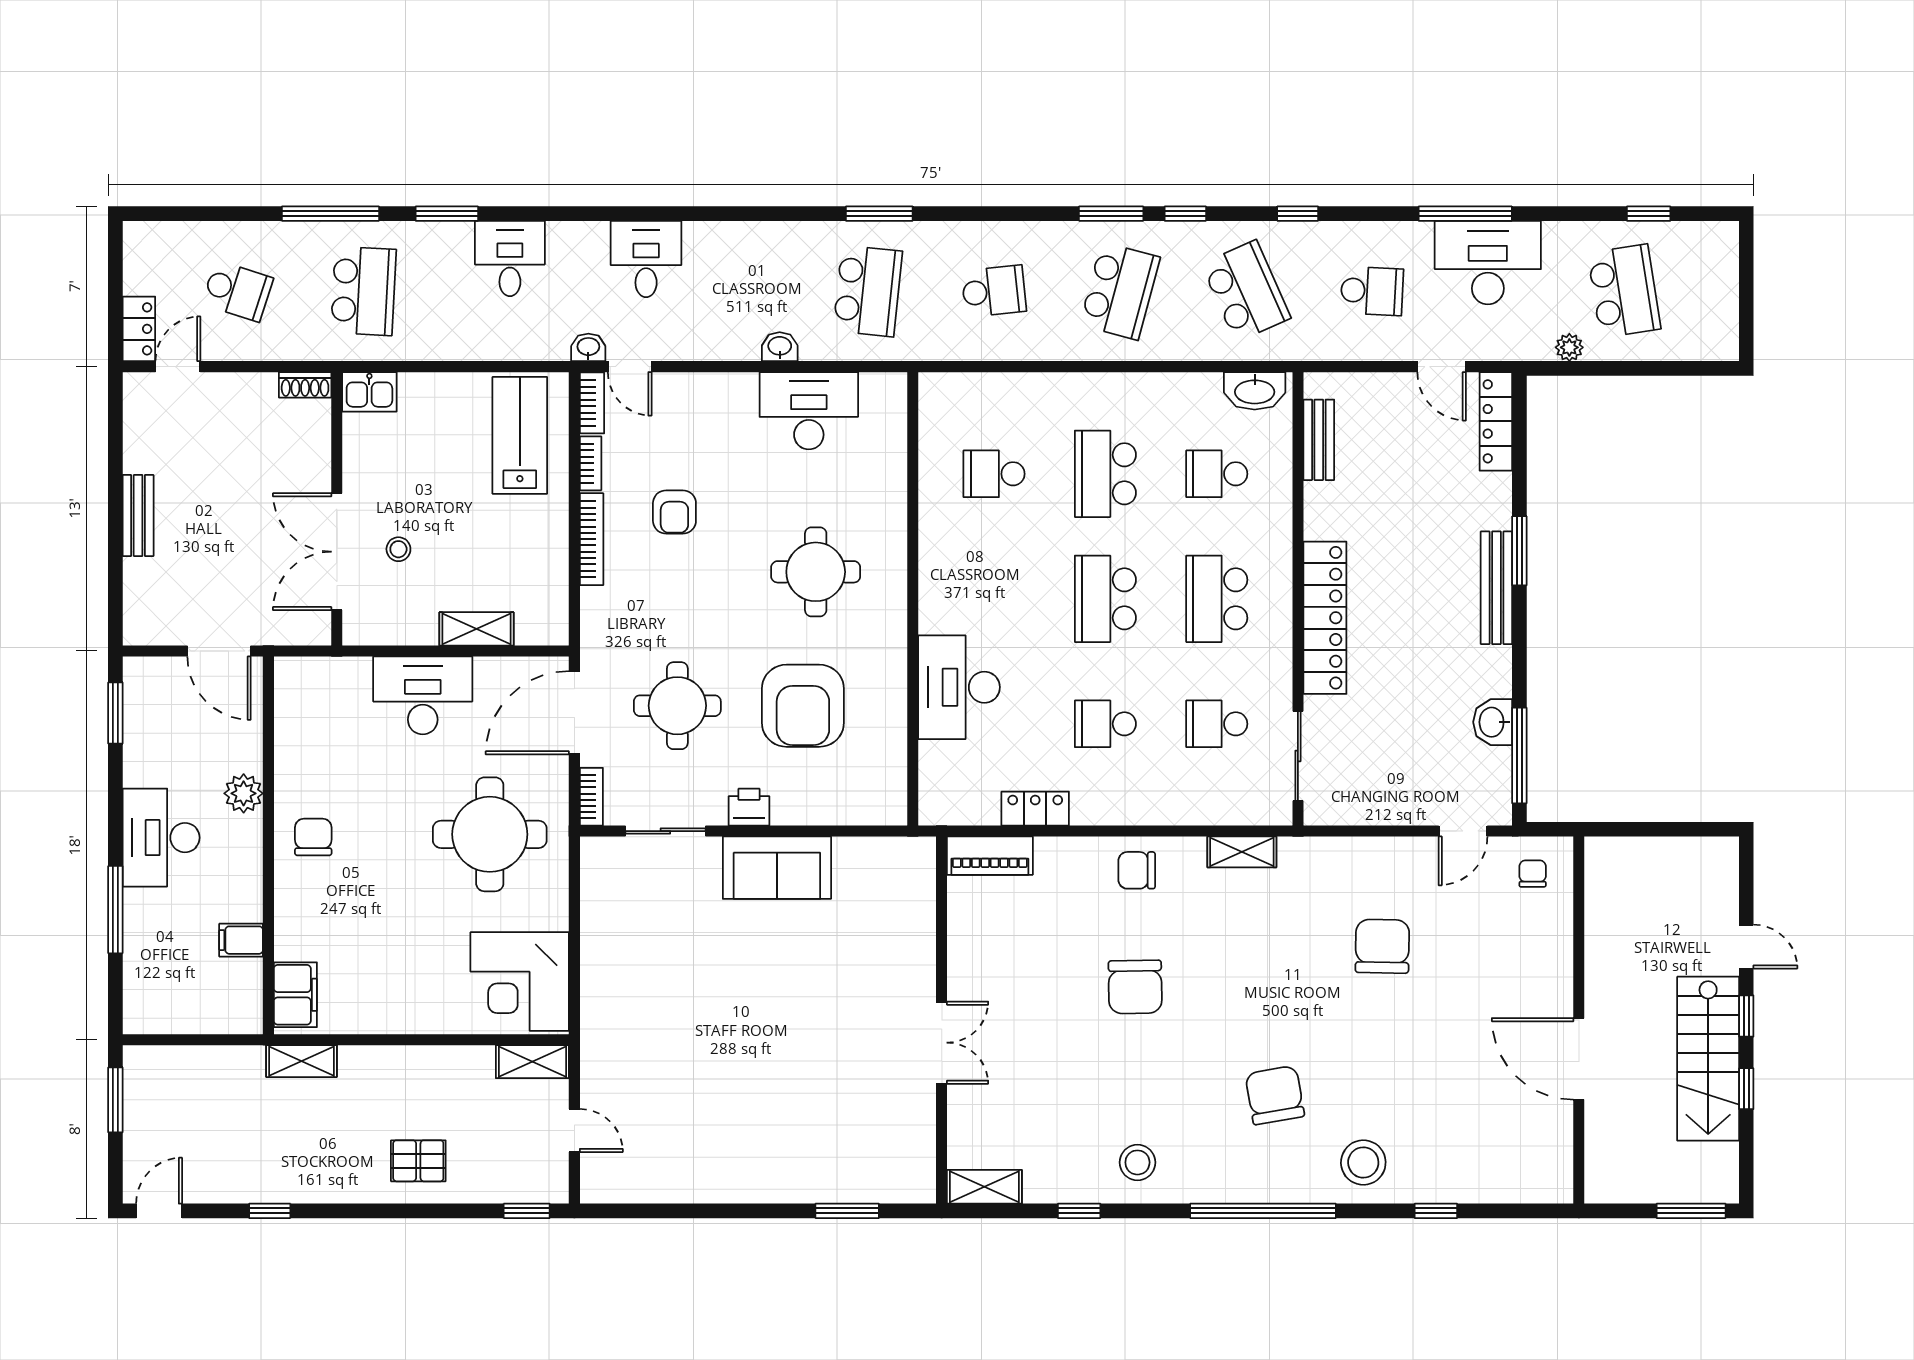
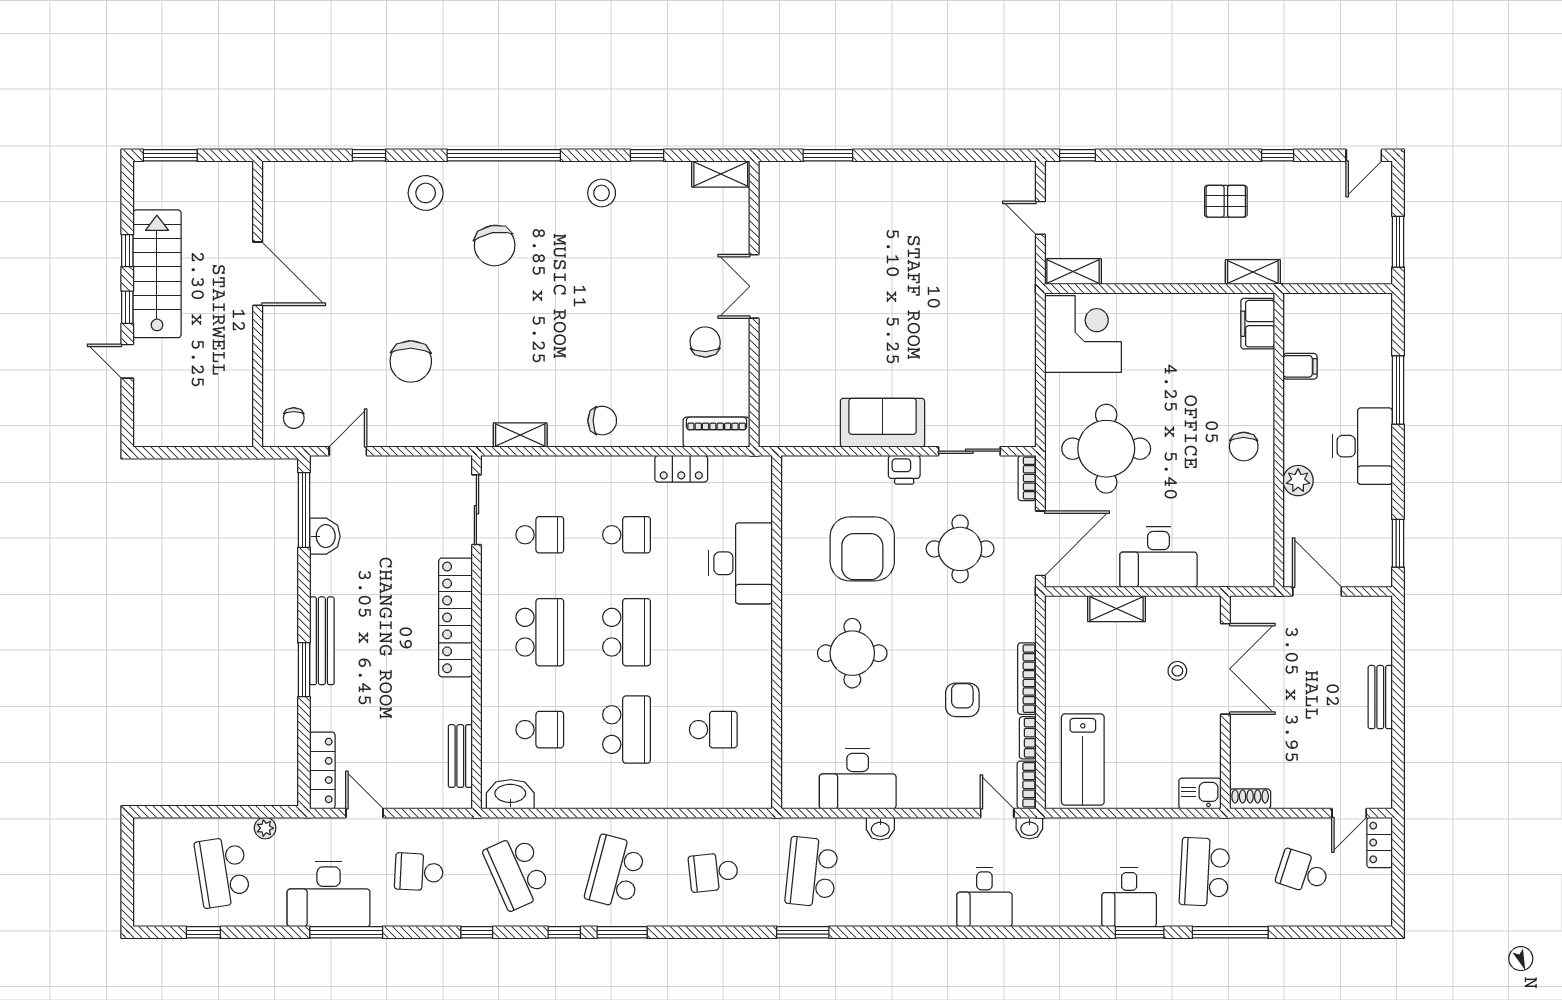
desk: (510, 258) -> (1129, 897), moved
armchair: (803, 706) -> (862, 549), turned 180
chair: (1135, 987) -> (705, 342), moved, width x0.73, depth x0.73
pallet: (418, 1161) -> (1226, 201), moved

